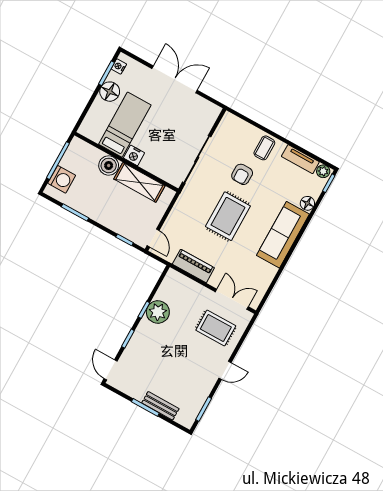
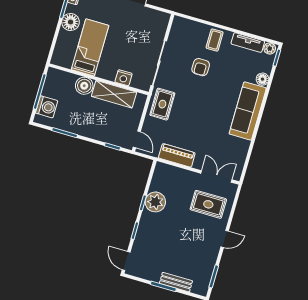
nightstand: (134, 155) -> (124, 78), moved
rug: (228, 216) -> (162, 104), moved, width x0.73, depth x0.70

